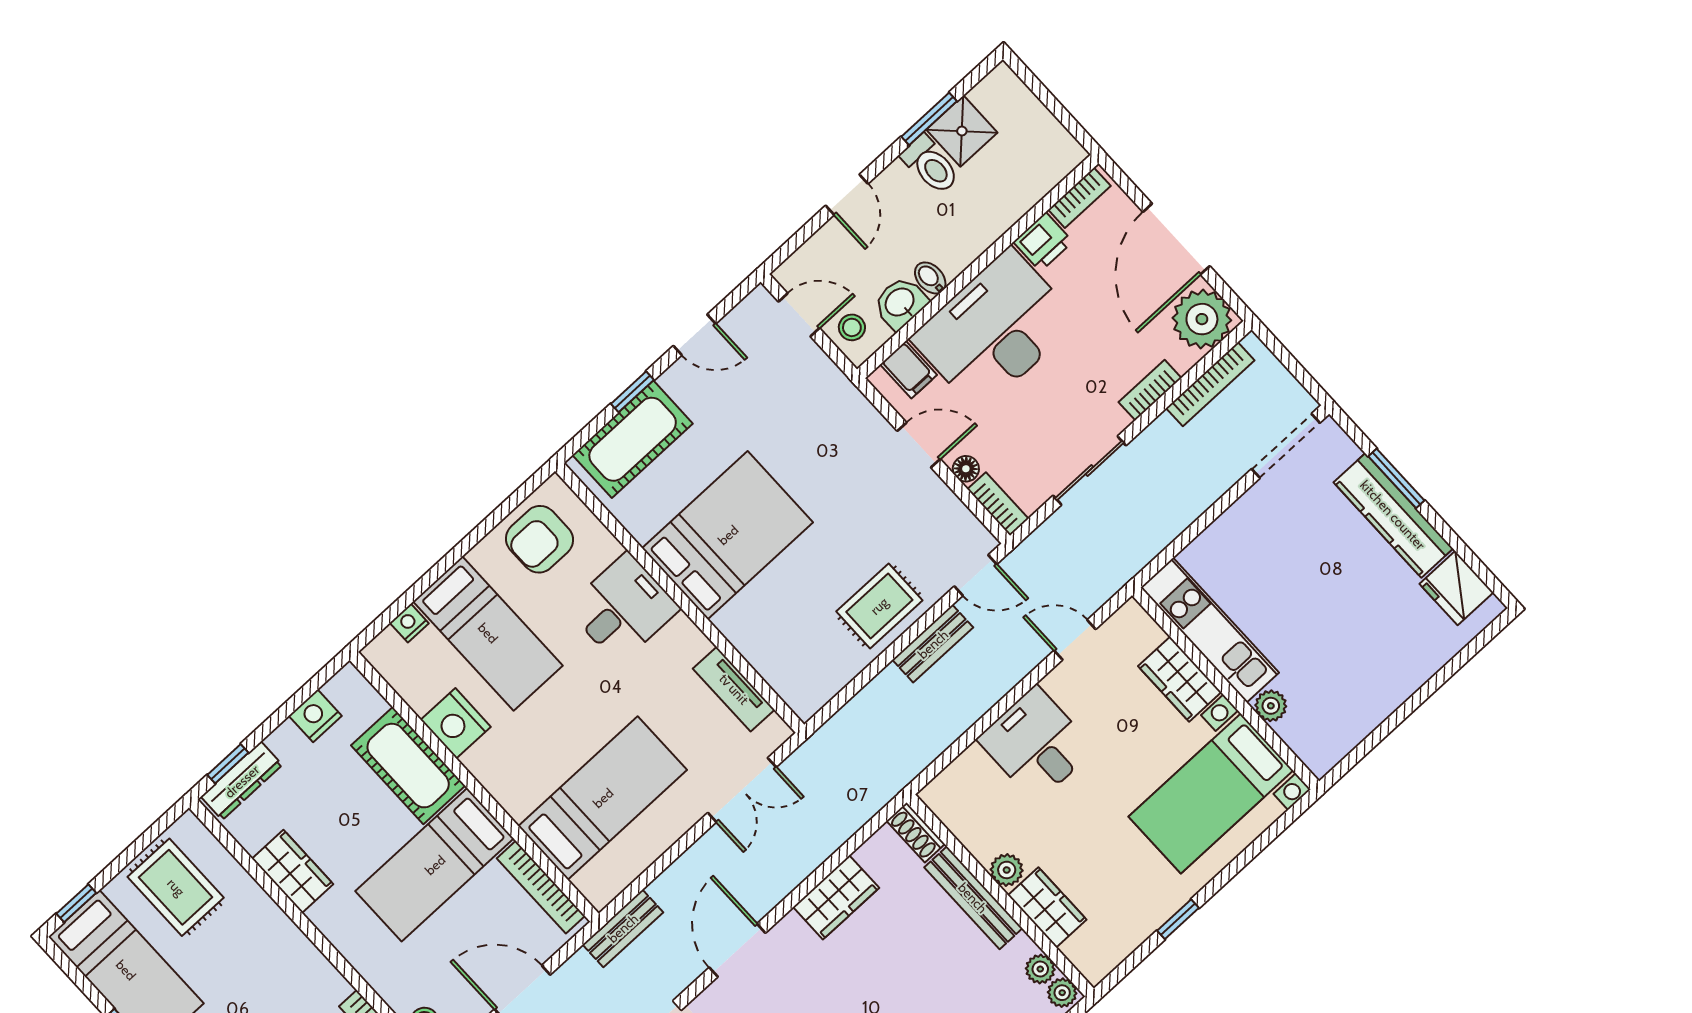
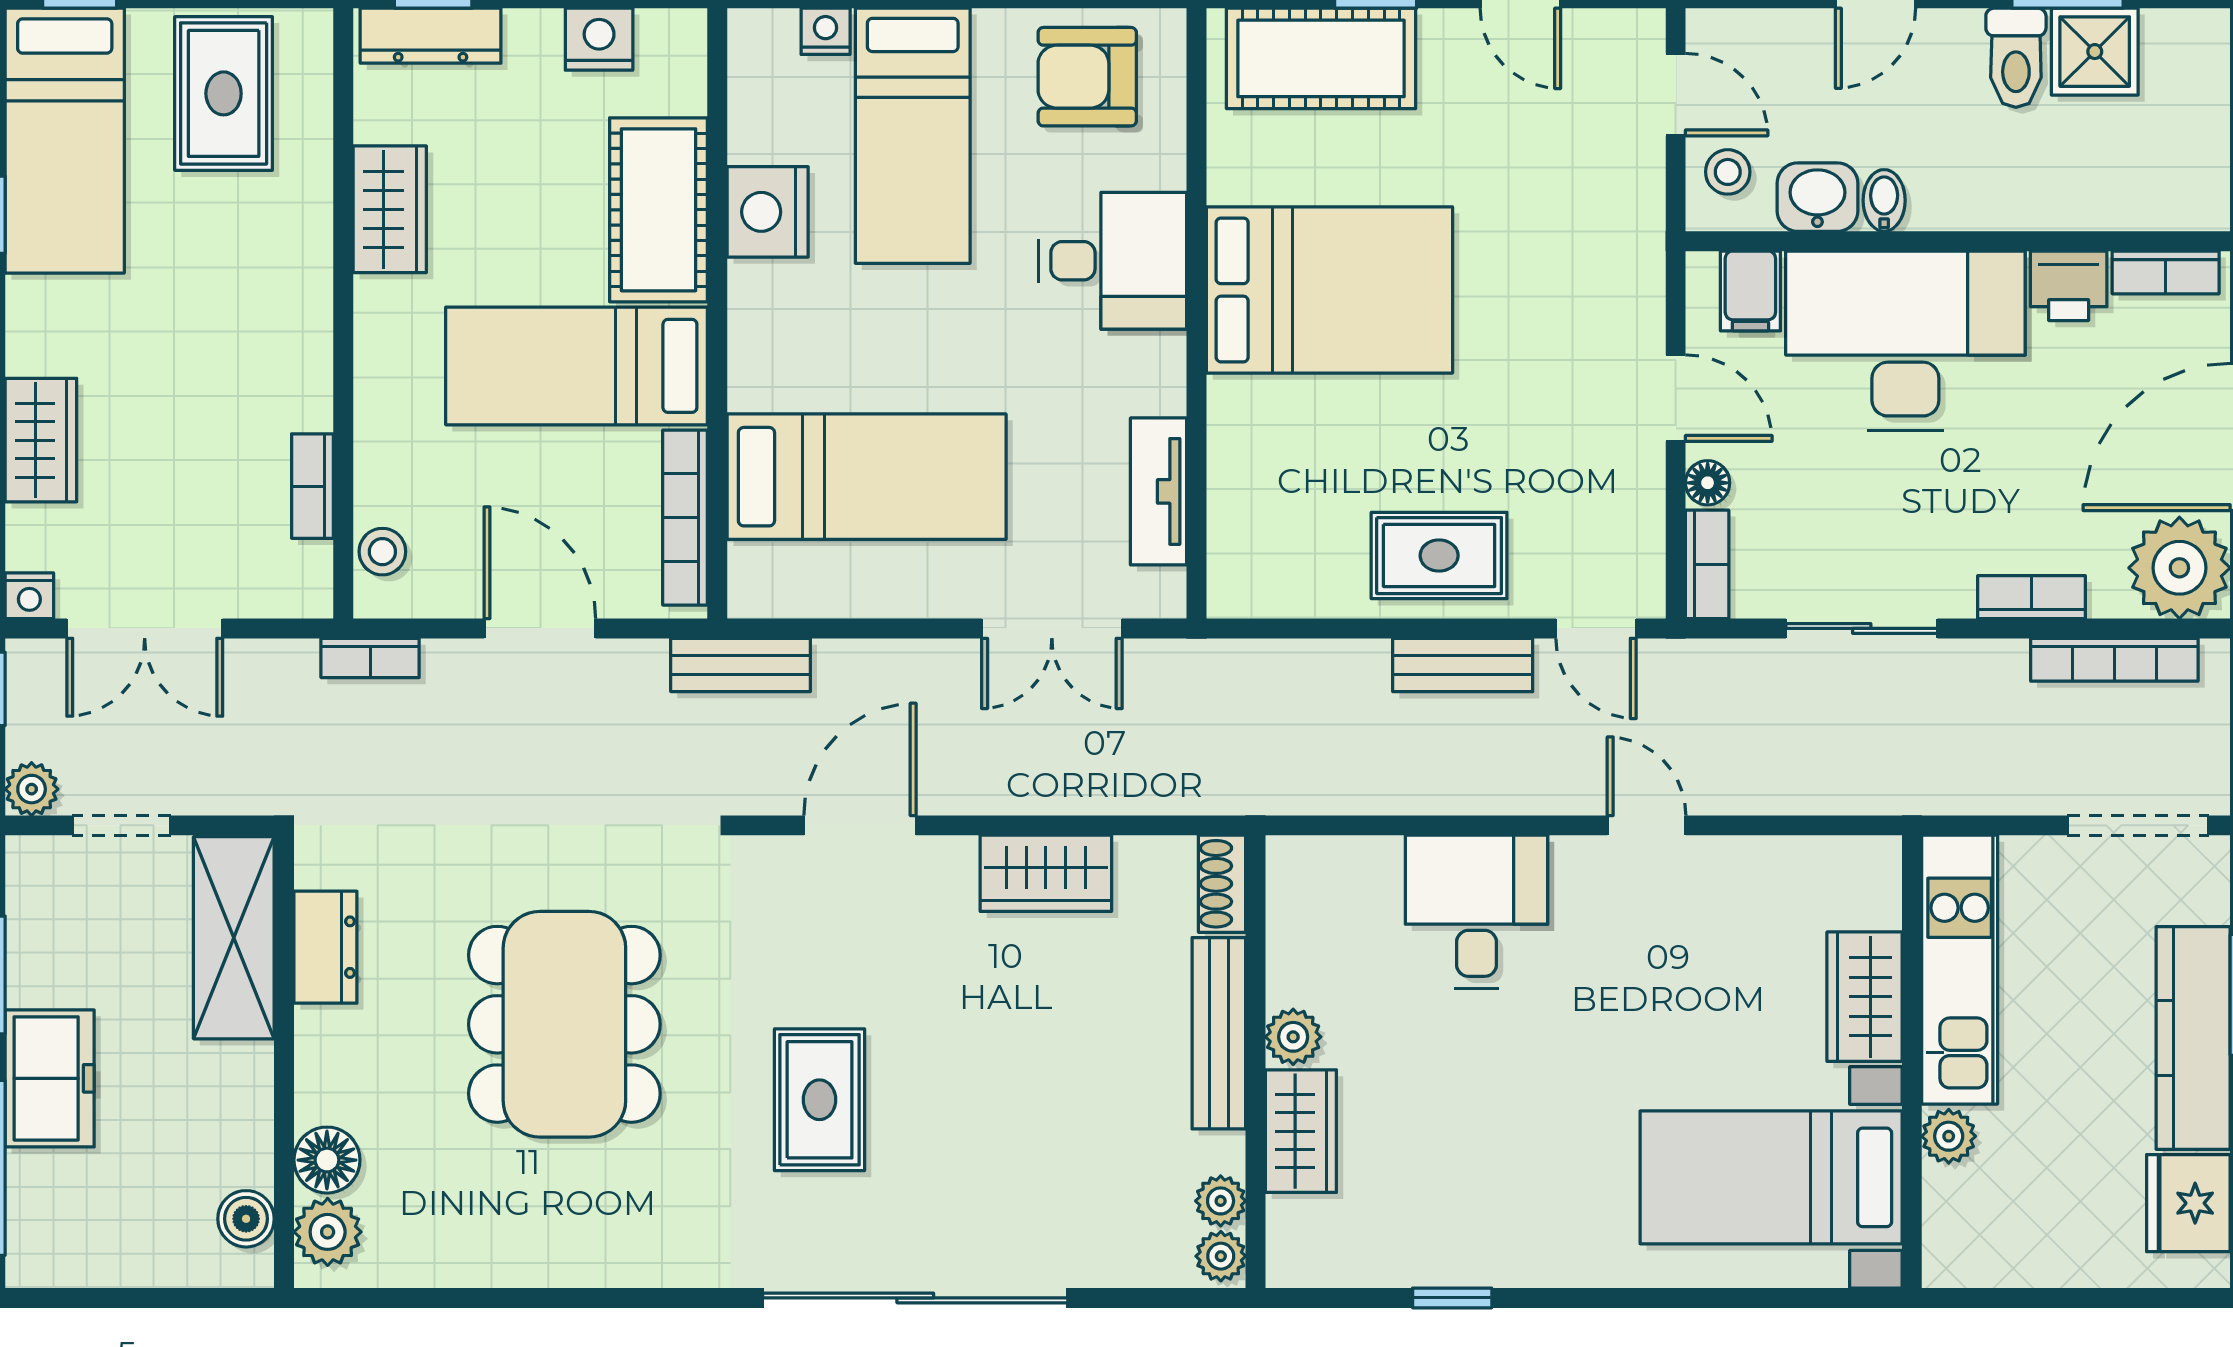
kitchen unit: (1210, 630) -> (1960, 970), moved
wardrobe: (1180, 679) -> (1864, 997), moved
wall: (1226, 688) -> (1912, 1062), moved
plant: (1271, 706) -> (1949, 1136), moved
bed with nightstands: (1211, 794) -> (1771, 1177), moved

